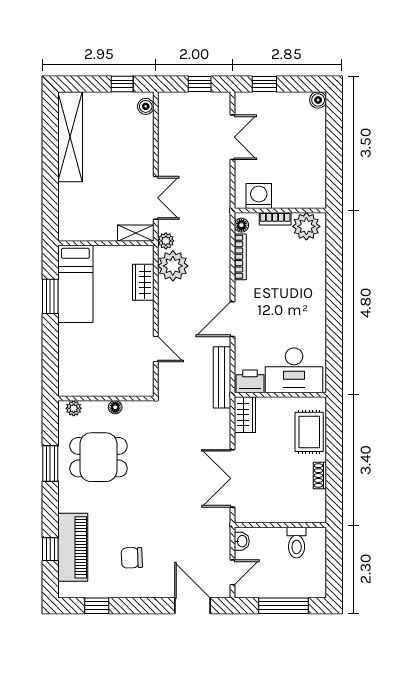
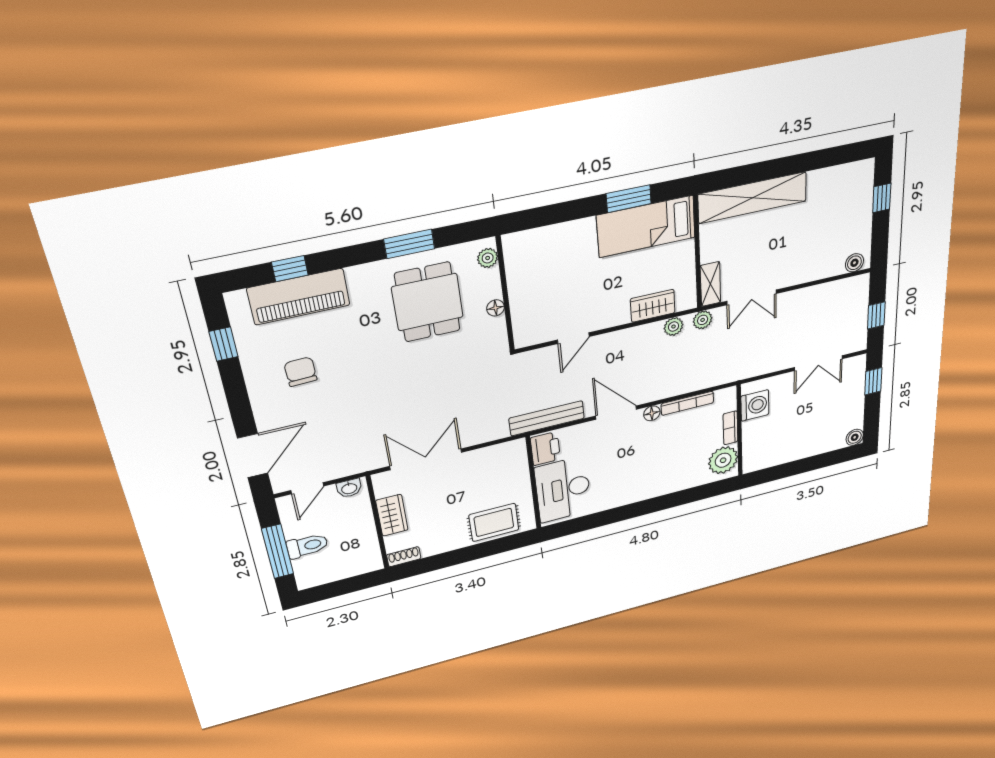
window: (122, 84) -> (882, 198), moved
shelving: (70, 137) -> (753, 198), moved
floor lamp: (241, 225) -> (652, 413), moved
plant: (173, 266) -> (674, 327), width x0.53, depth x0.53
wardrobe: (245, 415) -> (392, 515), moved, turned -90
shoe rack: (320, 476) -> (404, 557), moved
toilet: (297, 543) -> (307, 546), moved, turned 180
door: (232, 572) -> (307, 488), hinge flipped

